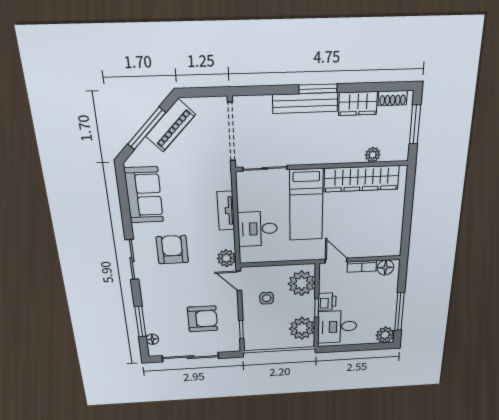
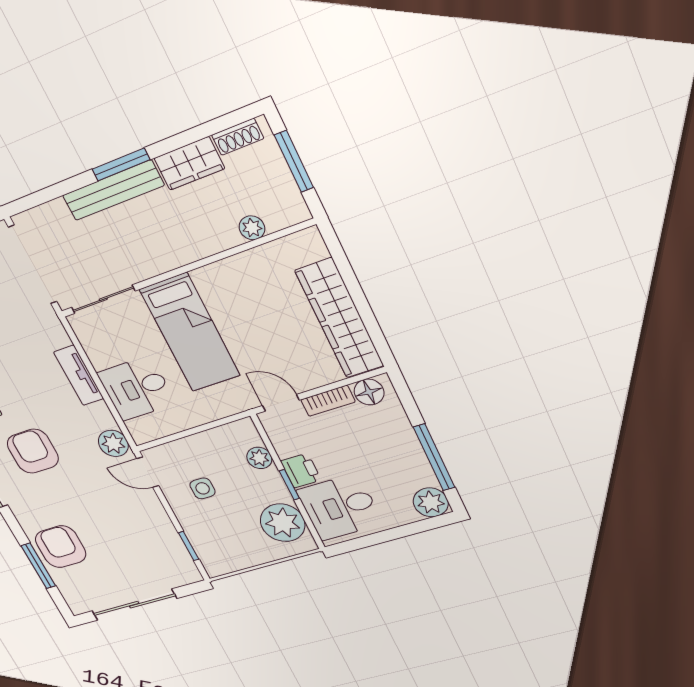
wardrobe: (361, 179) -> (340, 318), moved, turned 90
plant: (302, 283) -> (259, 458), width x0.53, depth x0.53
armchair: (203, 319) -> (61, 547), moved, turned -90
floor lamp: (152, 339) -> (67, 589), removed

